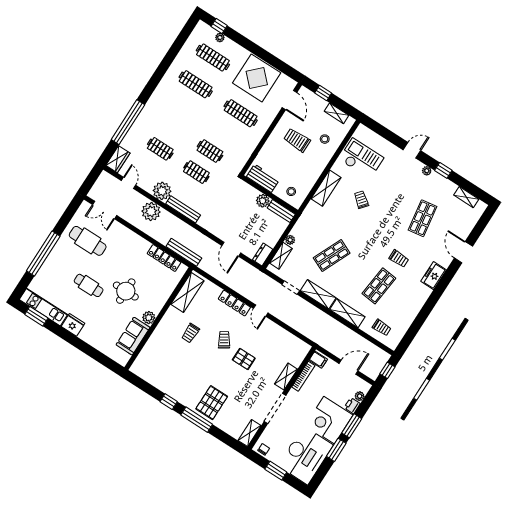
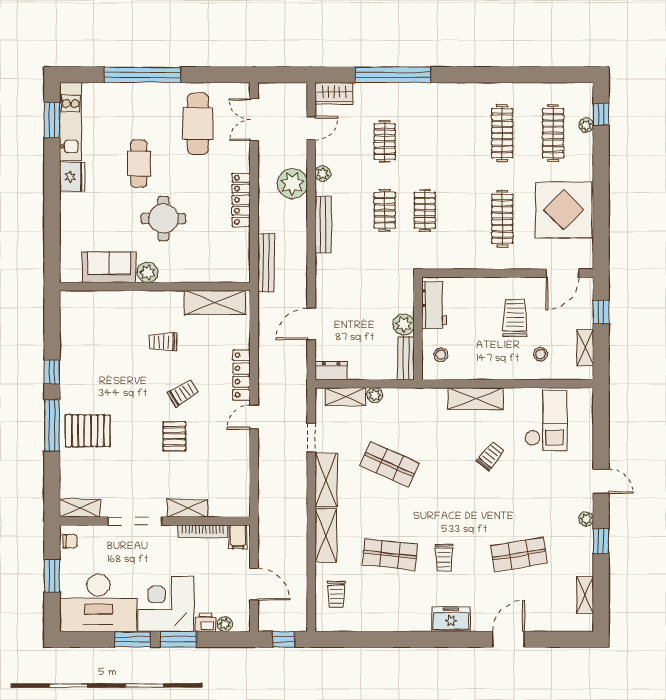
plant: (162, 191) -> (323, 174), width x0.53, depth x0.53
locker: (164, 258) -> (241, 200), moved

